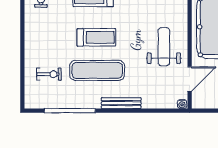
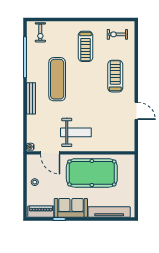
treadmill: (96, 37) -> (85, 46), moved
exercise bike: (49, 74) -> (40, 32), moved

